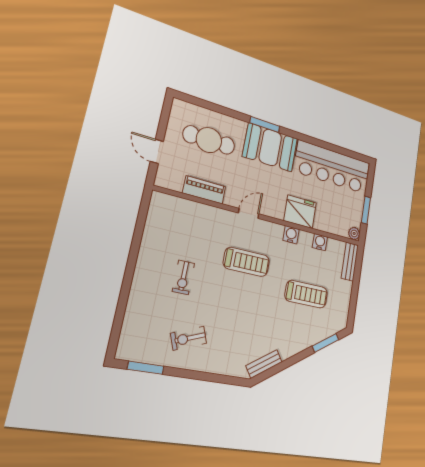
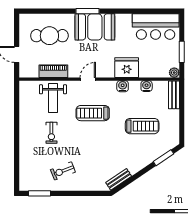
bar counter: (332, 167) -> (156, 26), width x0.73
weight bench: (196, 227) -> (53, 98), added
treadmill: (246, 262) -> (93, 113), turned 180

